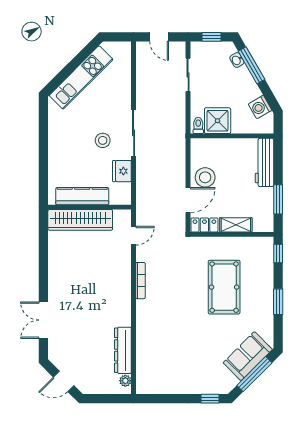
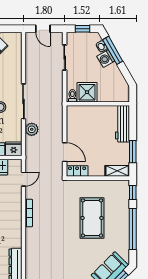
washing machine: (260, 107) -> (106, 59), moved
plant: (144, 170) -> (32, 129), added
fridge: (122, 171) -> (14, 149), moved, turned 90
stool: (205, 177) -> (78, 135), removed
door: (188, 200) -> (65, 152), hinge flipped
shelving: (236, 225) -> (117, 171), moved
window: (278, 302) -> (133, 229), width x2.11

